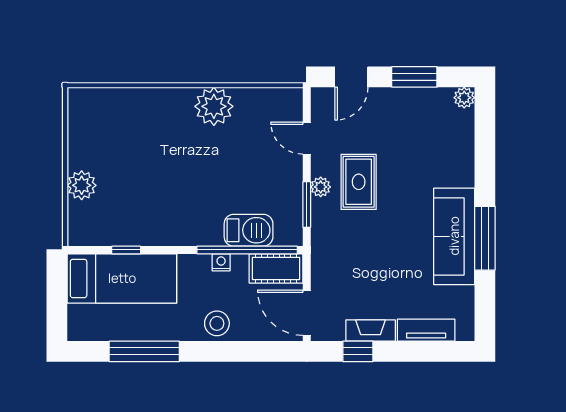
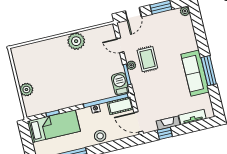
barbecue: (249, 230) -> (120, 84), moved, turned -90

